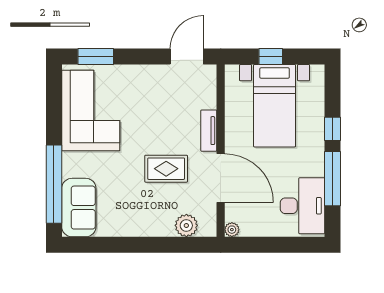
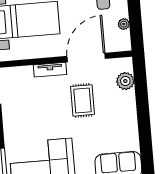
plant: (232, 230) -> (124, 24), moved

